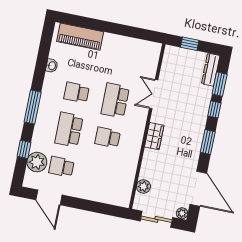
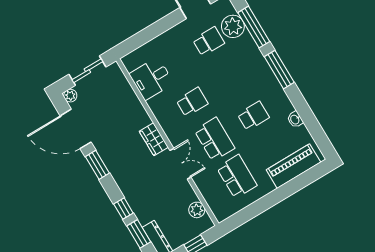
double door: (154, 94) -> (180, 164), moved
school desk: (69, 130) -> (237, 176), moved
window: (208, 142) -> (97, 165), moved
window: (24, 149) -> (254, 27), width x2.17
desk: (120, 176) -> (151, 79), added
plant: (143, 186) -> (197, 210), moved

